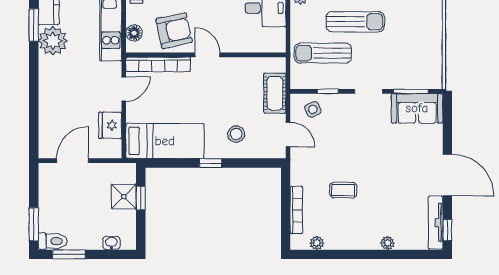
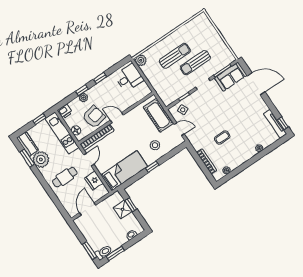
sun lounger: (323, 53) -> (195, 63), moved
cafe table: (70, 91) -> (65, 177), added
cot: (275, 93) -> (158, 115), width x1.37, depth x1.34
door: (447, 175) -> (256, 84), moved

